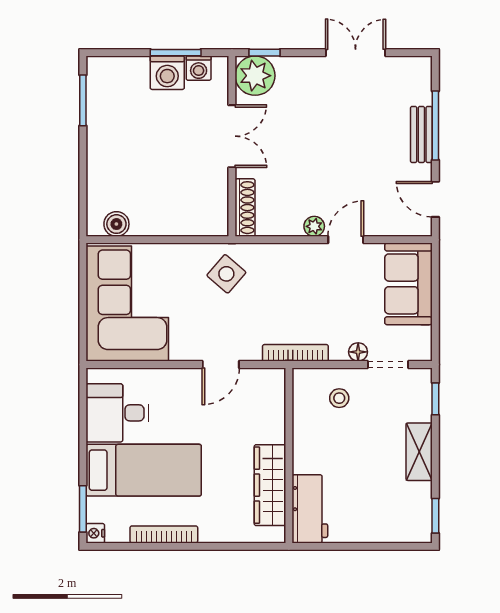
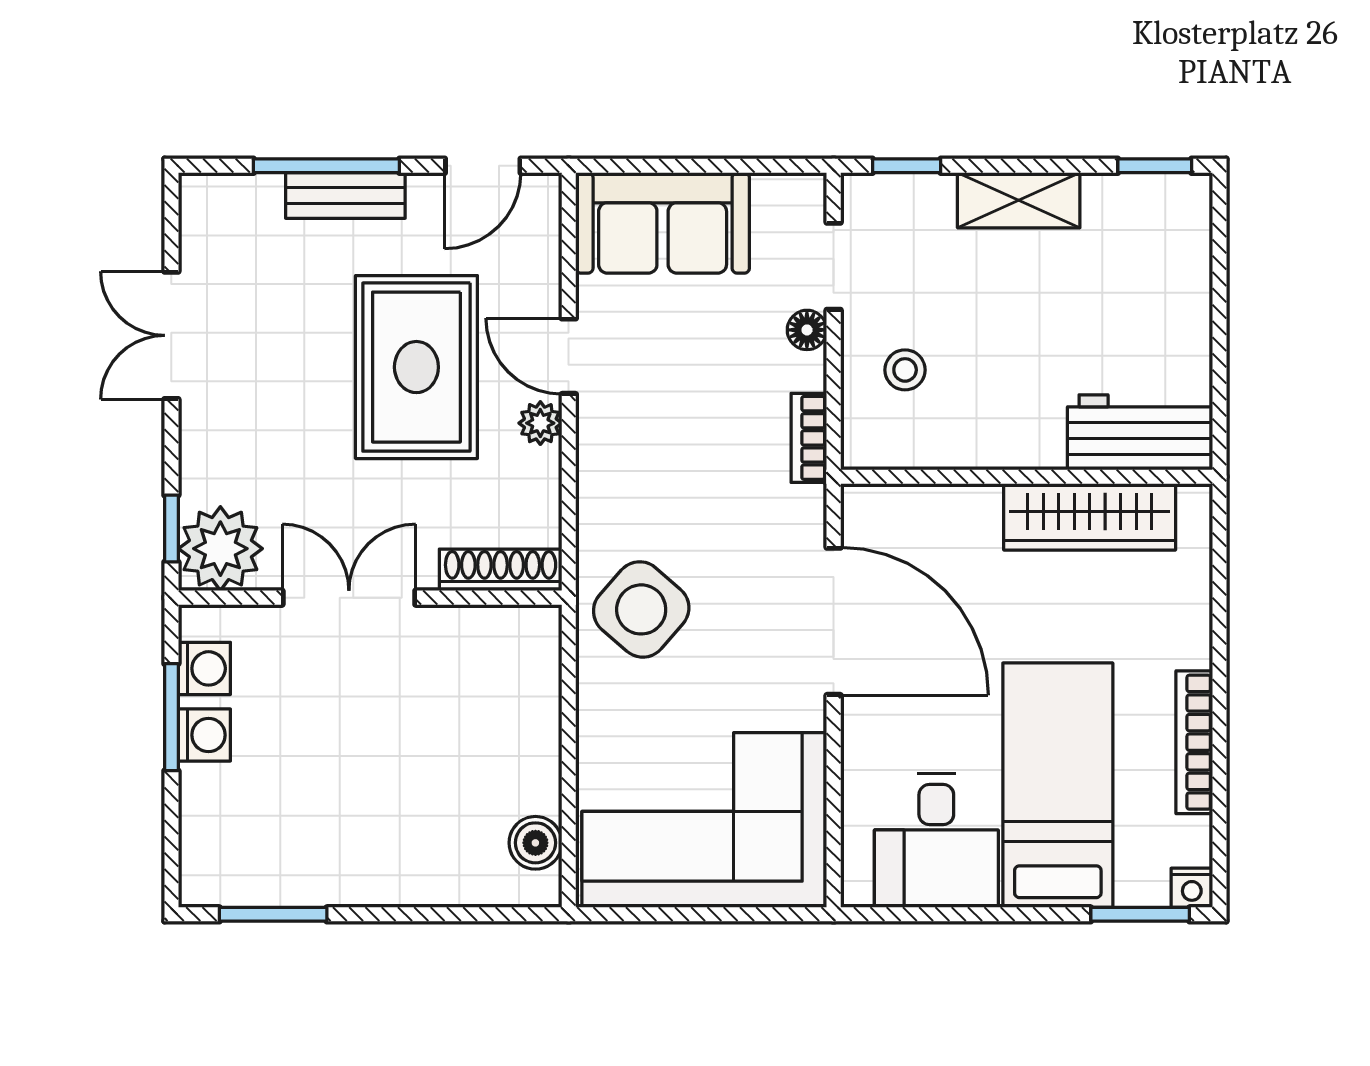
washing machine: (167, 73) -> (204, 735), width x0.73, depth x0.73
rug: (341, 168) -> (416, 367), added
side table: (226, 274) -> (641, 609), width x1.37, depth x1.37
bookcase: (295, 353) -> (809, 438), width x0.64
door: (221, 365) -> (834, 621), width x1.87

